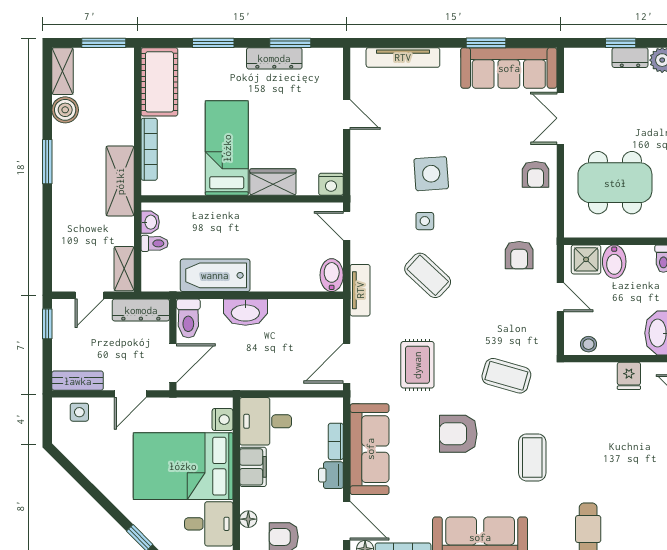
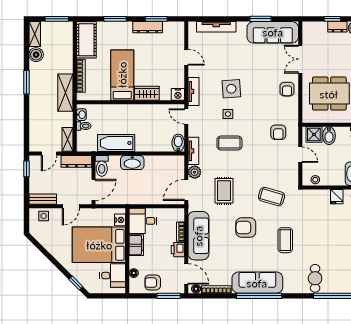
tv unit: (360, 179) -> (194, 91), added
coffee table: (428, 275) -> (229, 143), turned -43
plant: (362, 330) -> (195, 172), added

